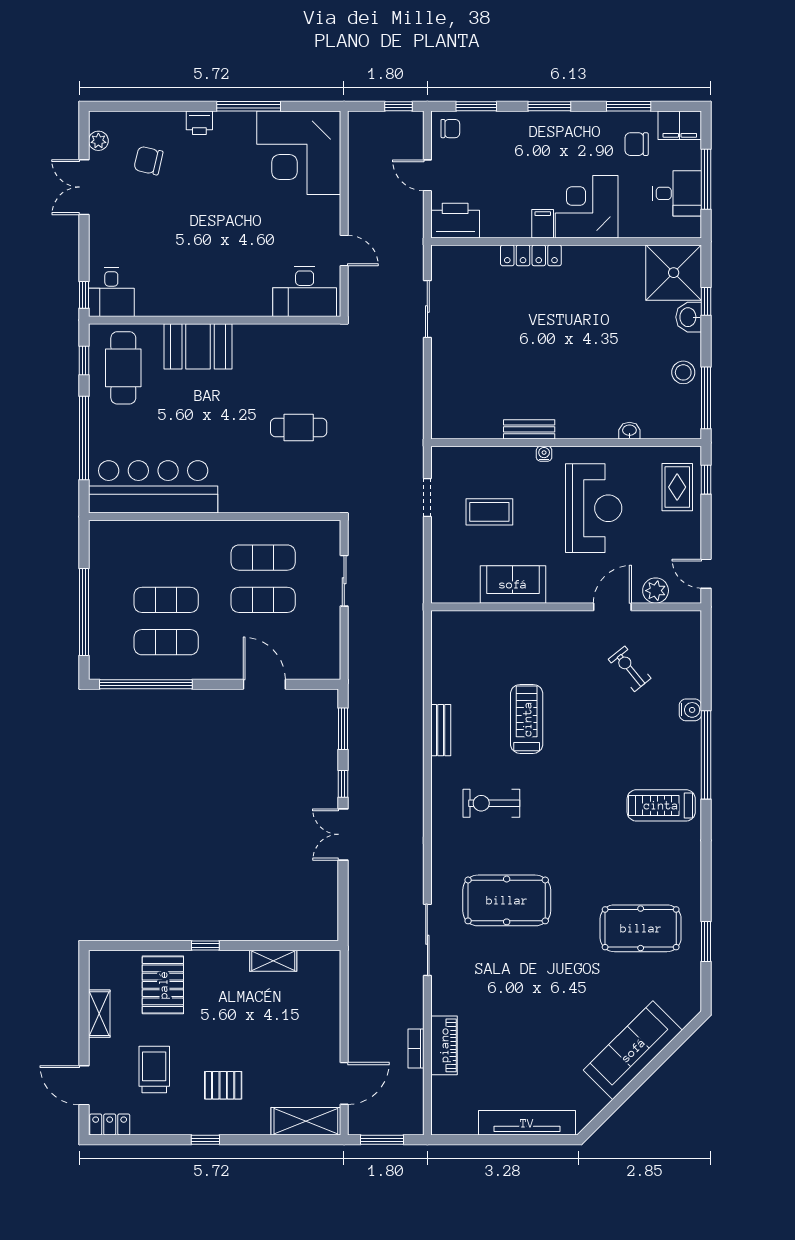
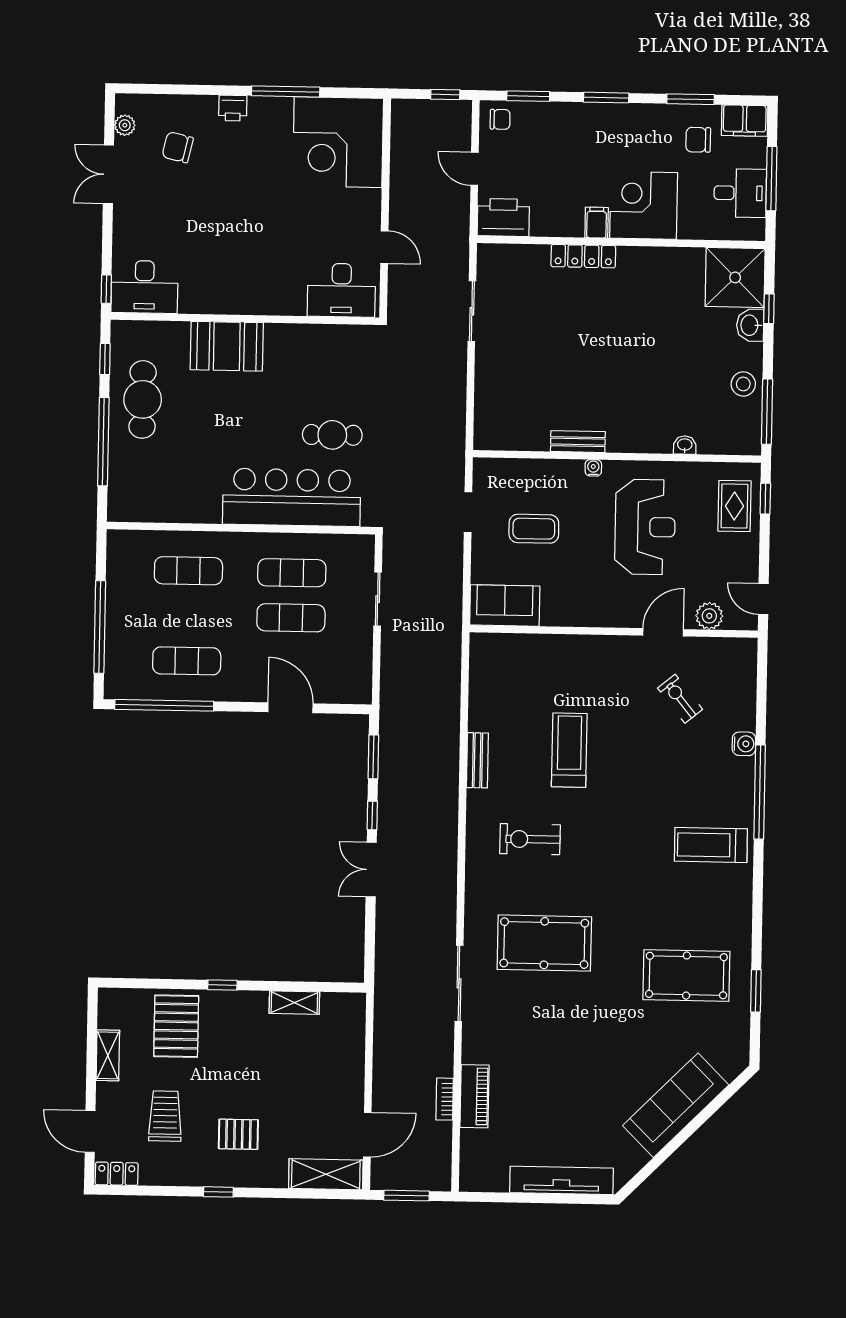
desk: (111, 292) -> (144, 287), width x1.37
cafe table: (123, 368) -> (143, 399), moved
bar counter: (153, 487) -> (292, 497), moved
sofa: (513, 584) -> (505, 605), moved
exercise mat: (166, 600) -> (188, 571), moved

